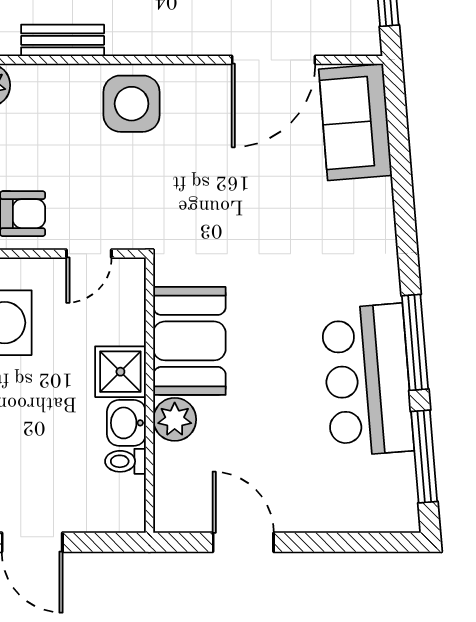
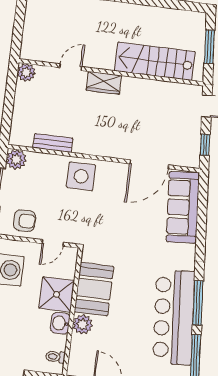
sofa: (355, 122) -> (183, 207), width x1.36
shower: (120, 372) -> (57, 294), width x1.36, depth x1.36
bar counter: (367, 380) -> (174, 317), width x1.36
toilet: (125, 461) -> (55, 357), moved

